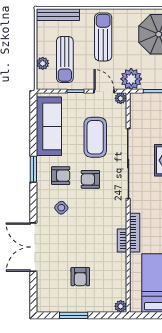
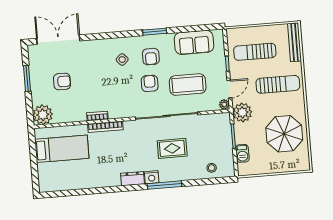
plant: (43, 63) -> (250, 32), removed
sofa: (49, 126) -> (194, 42), width x0.73
double door: (33, 247) -> (58, 40), moved
armchair: (80, 277) -> (62, 82), turned 180
plant: (121, 306) -> (43, 115), width x1.87, depth x1.87

